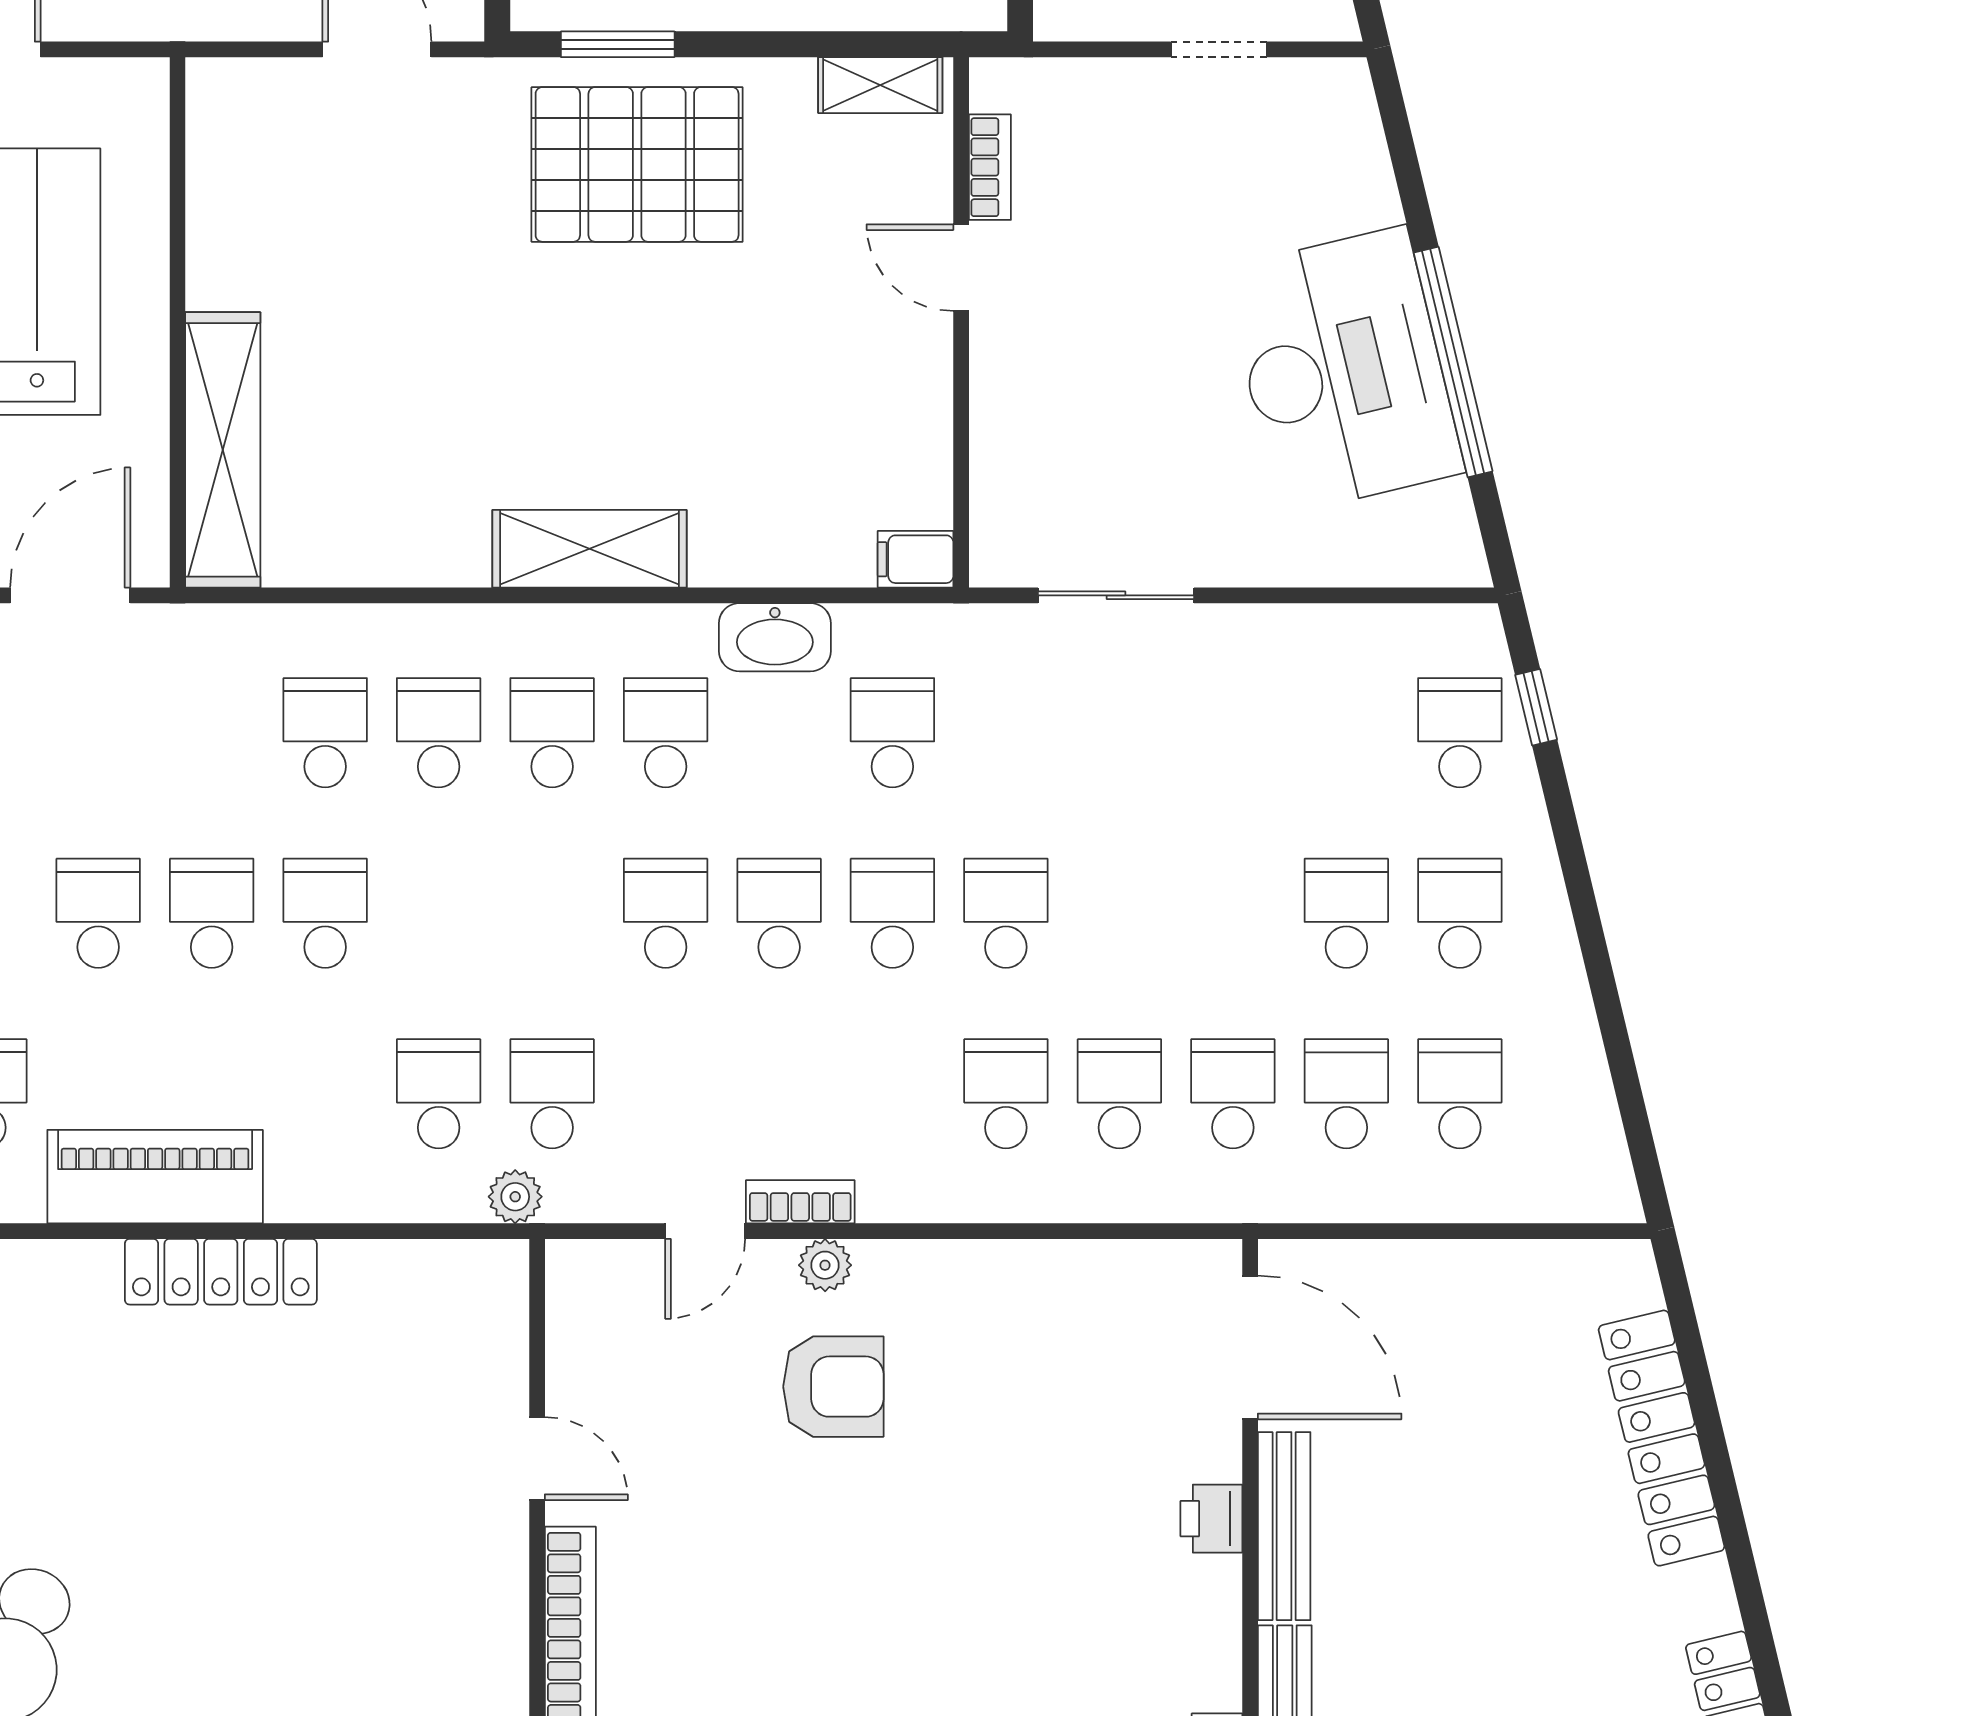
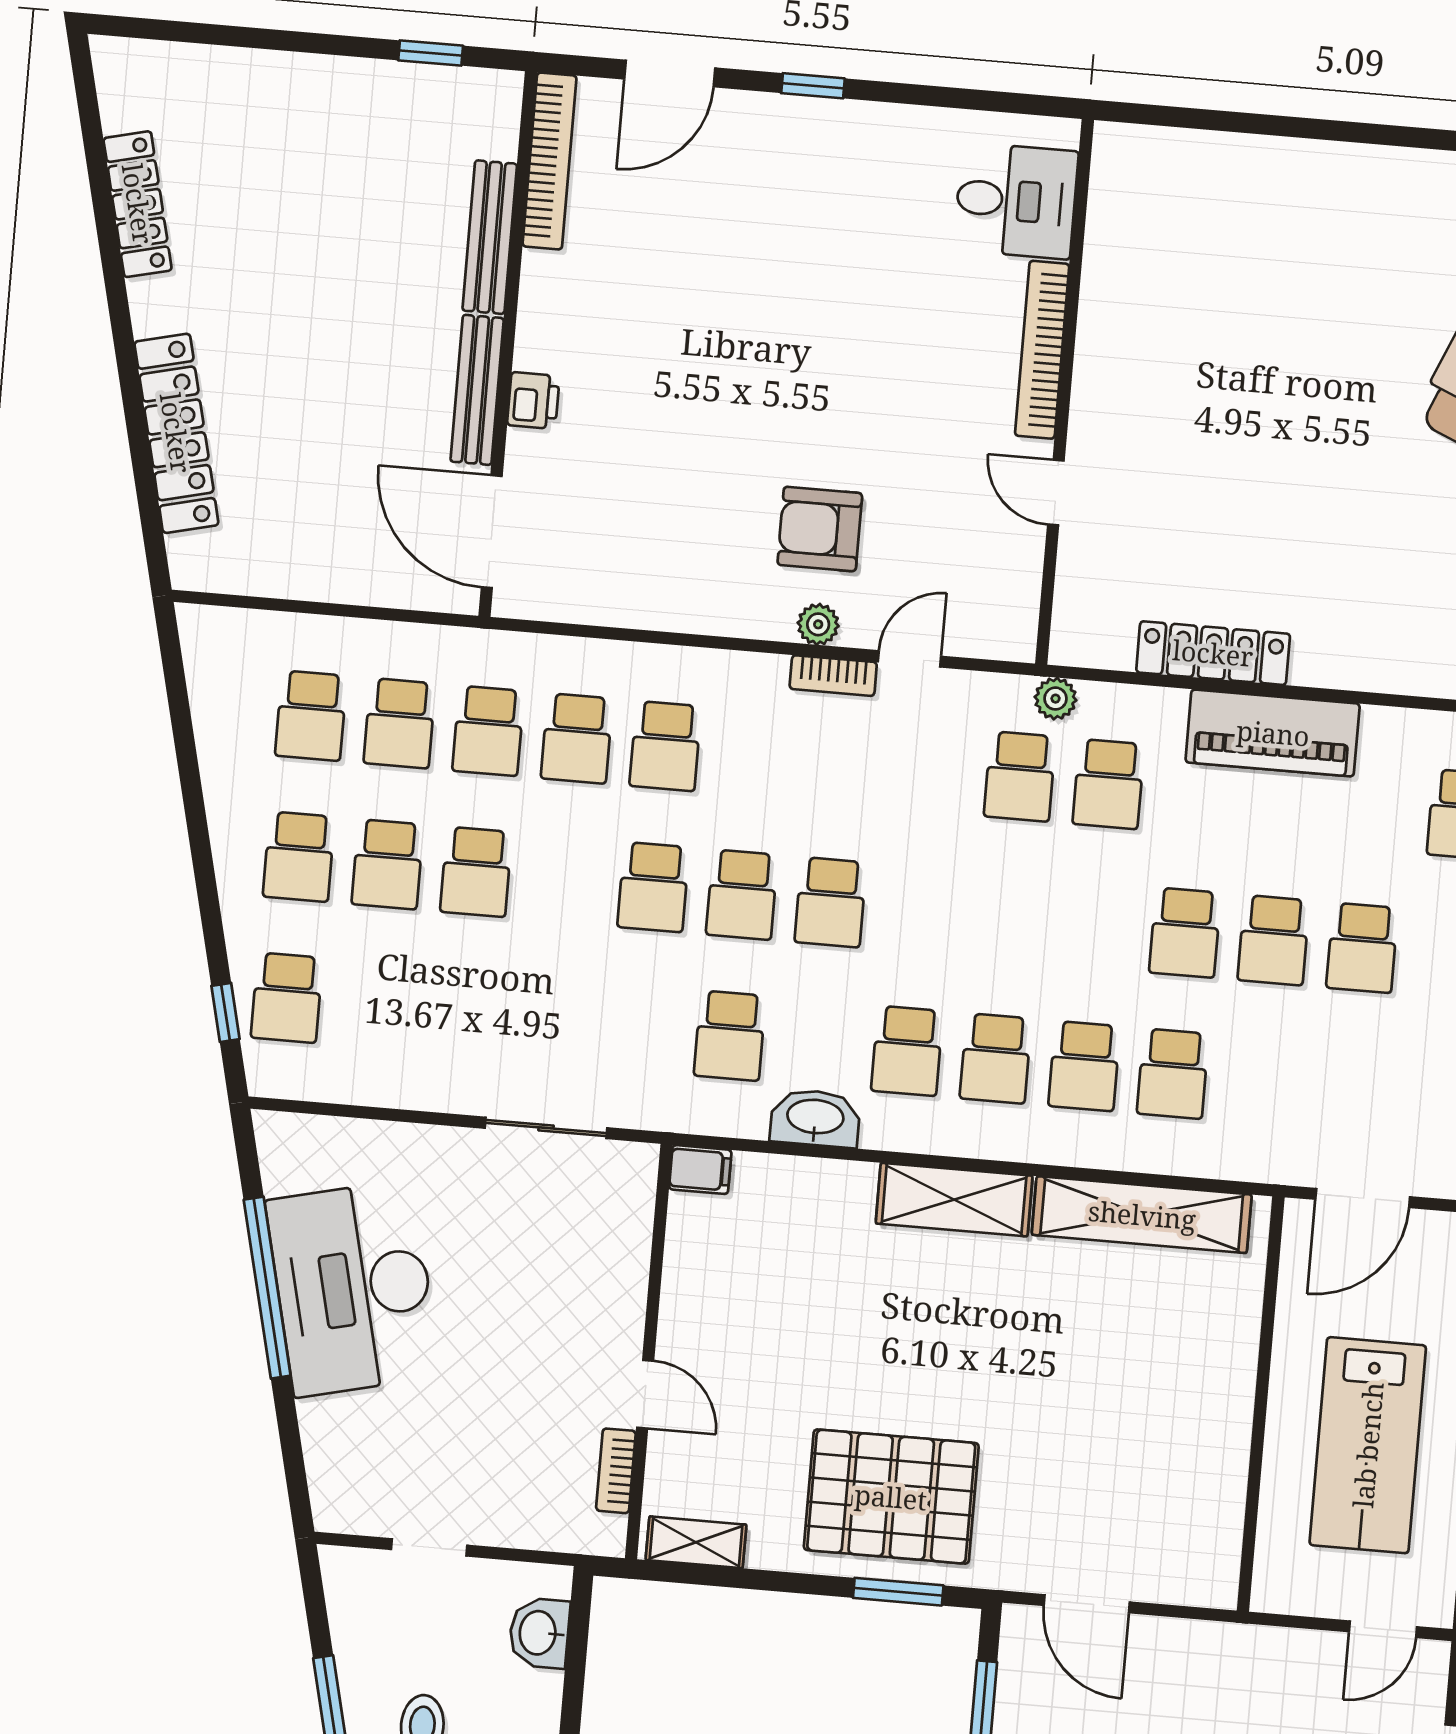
shelving: (223, 450) -> (1142, 1215), moved, turned 90
school desk: (666, 913) -> (476, 872), moved
piano: (155, 1177) -> (1273, 733), moved
locker: (221, 1272) -> (1213, 653), moved

